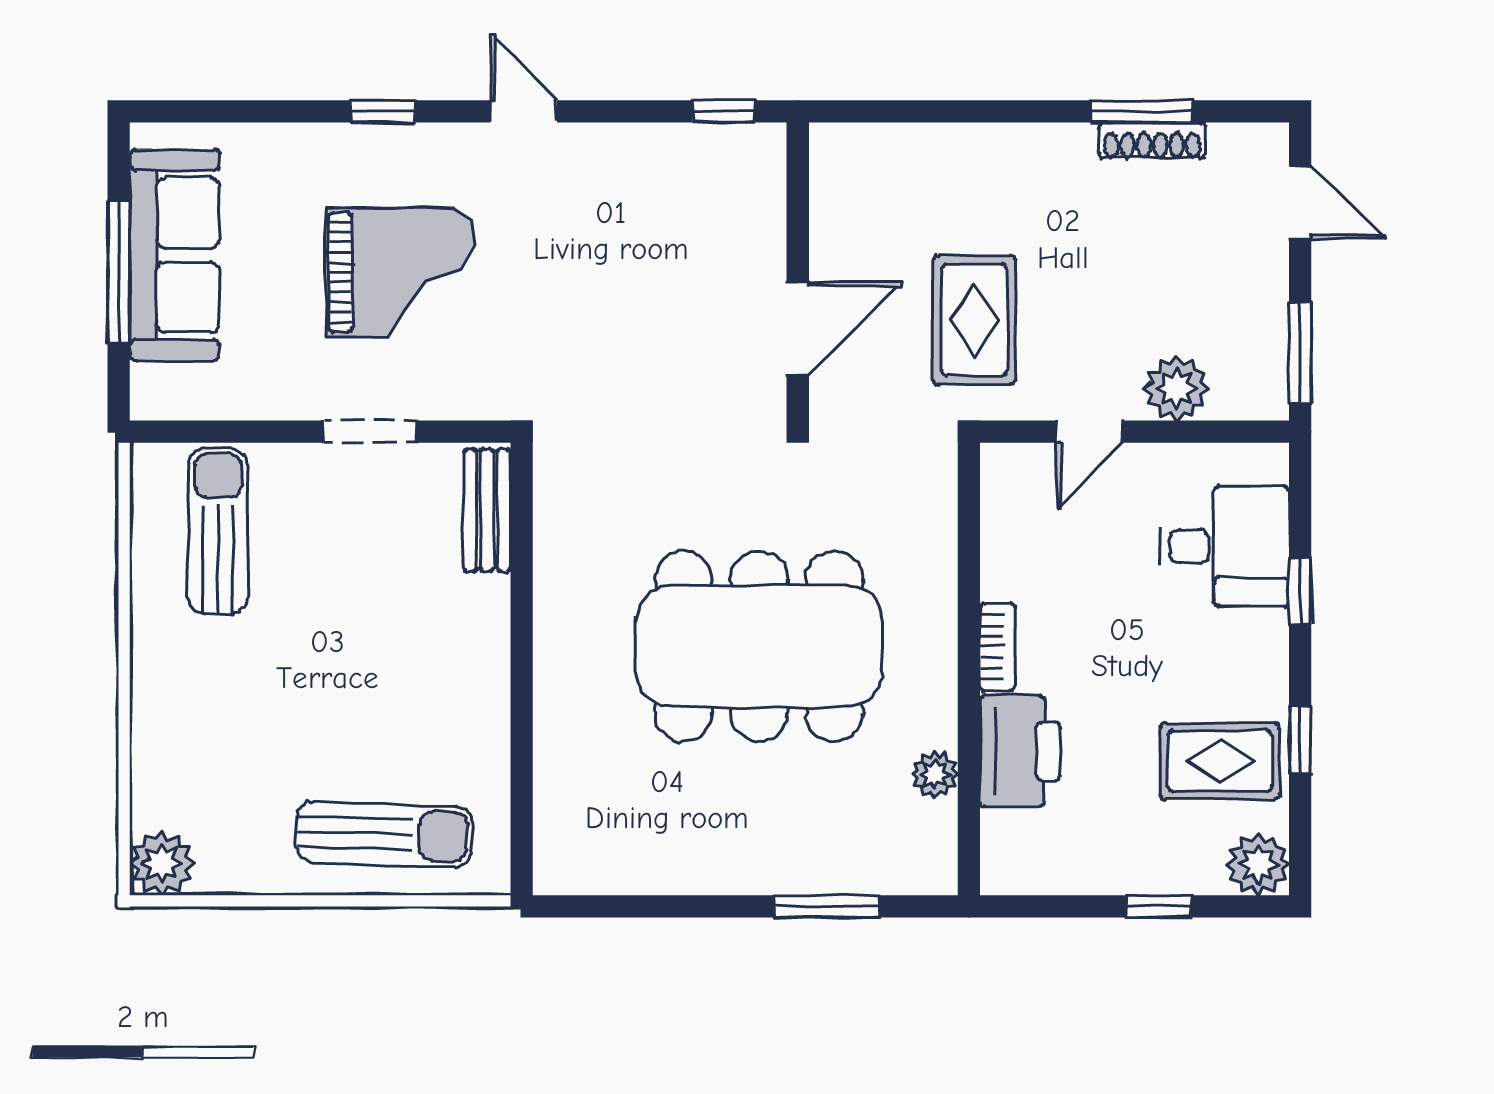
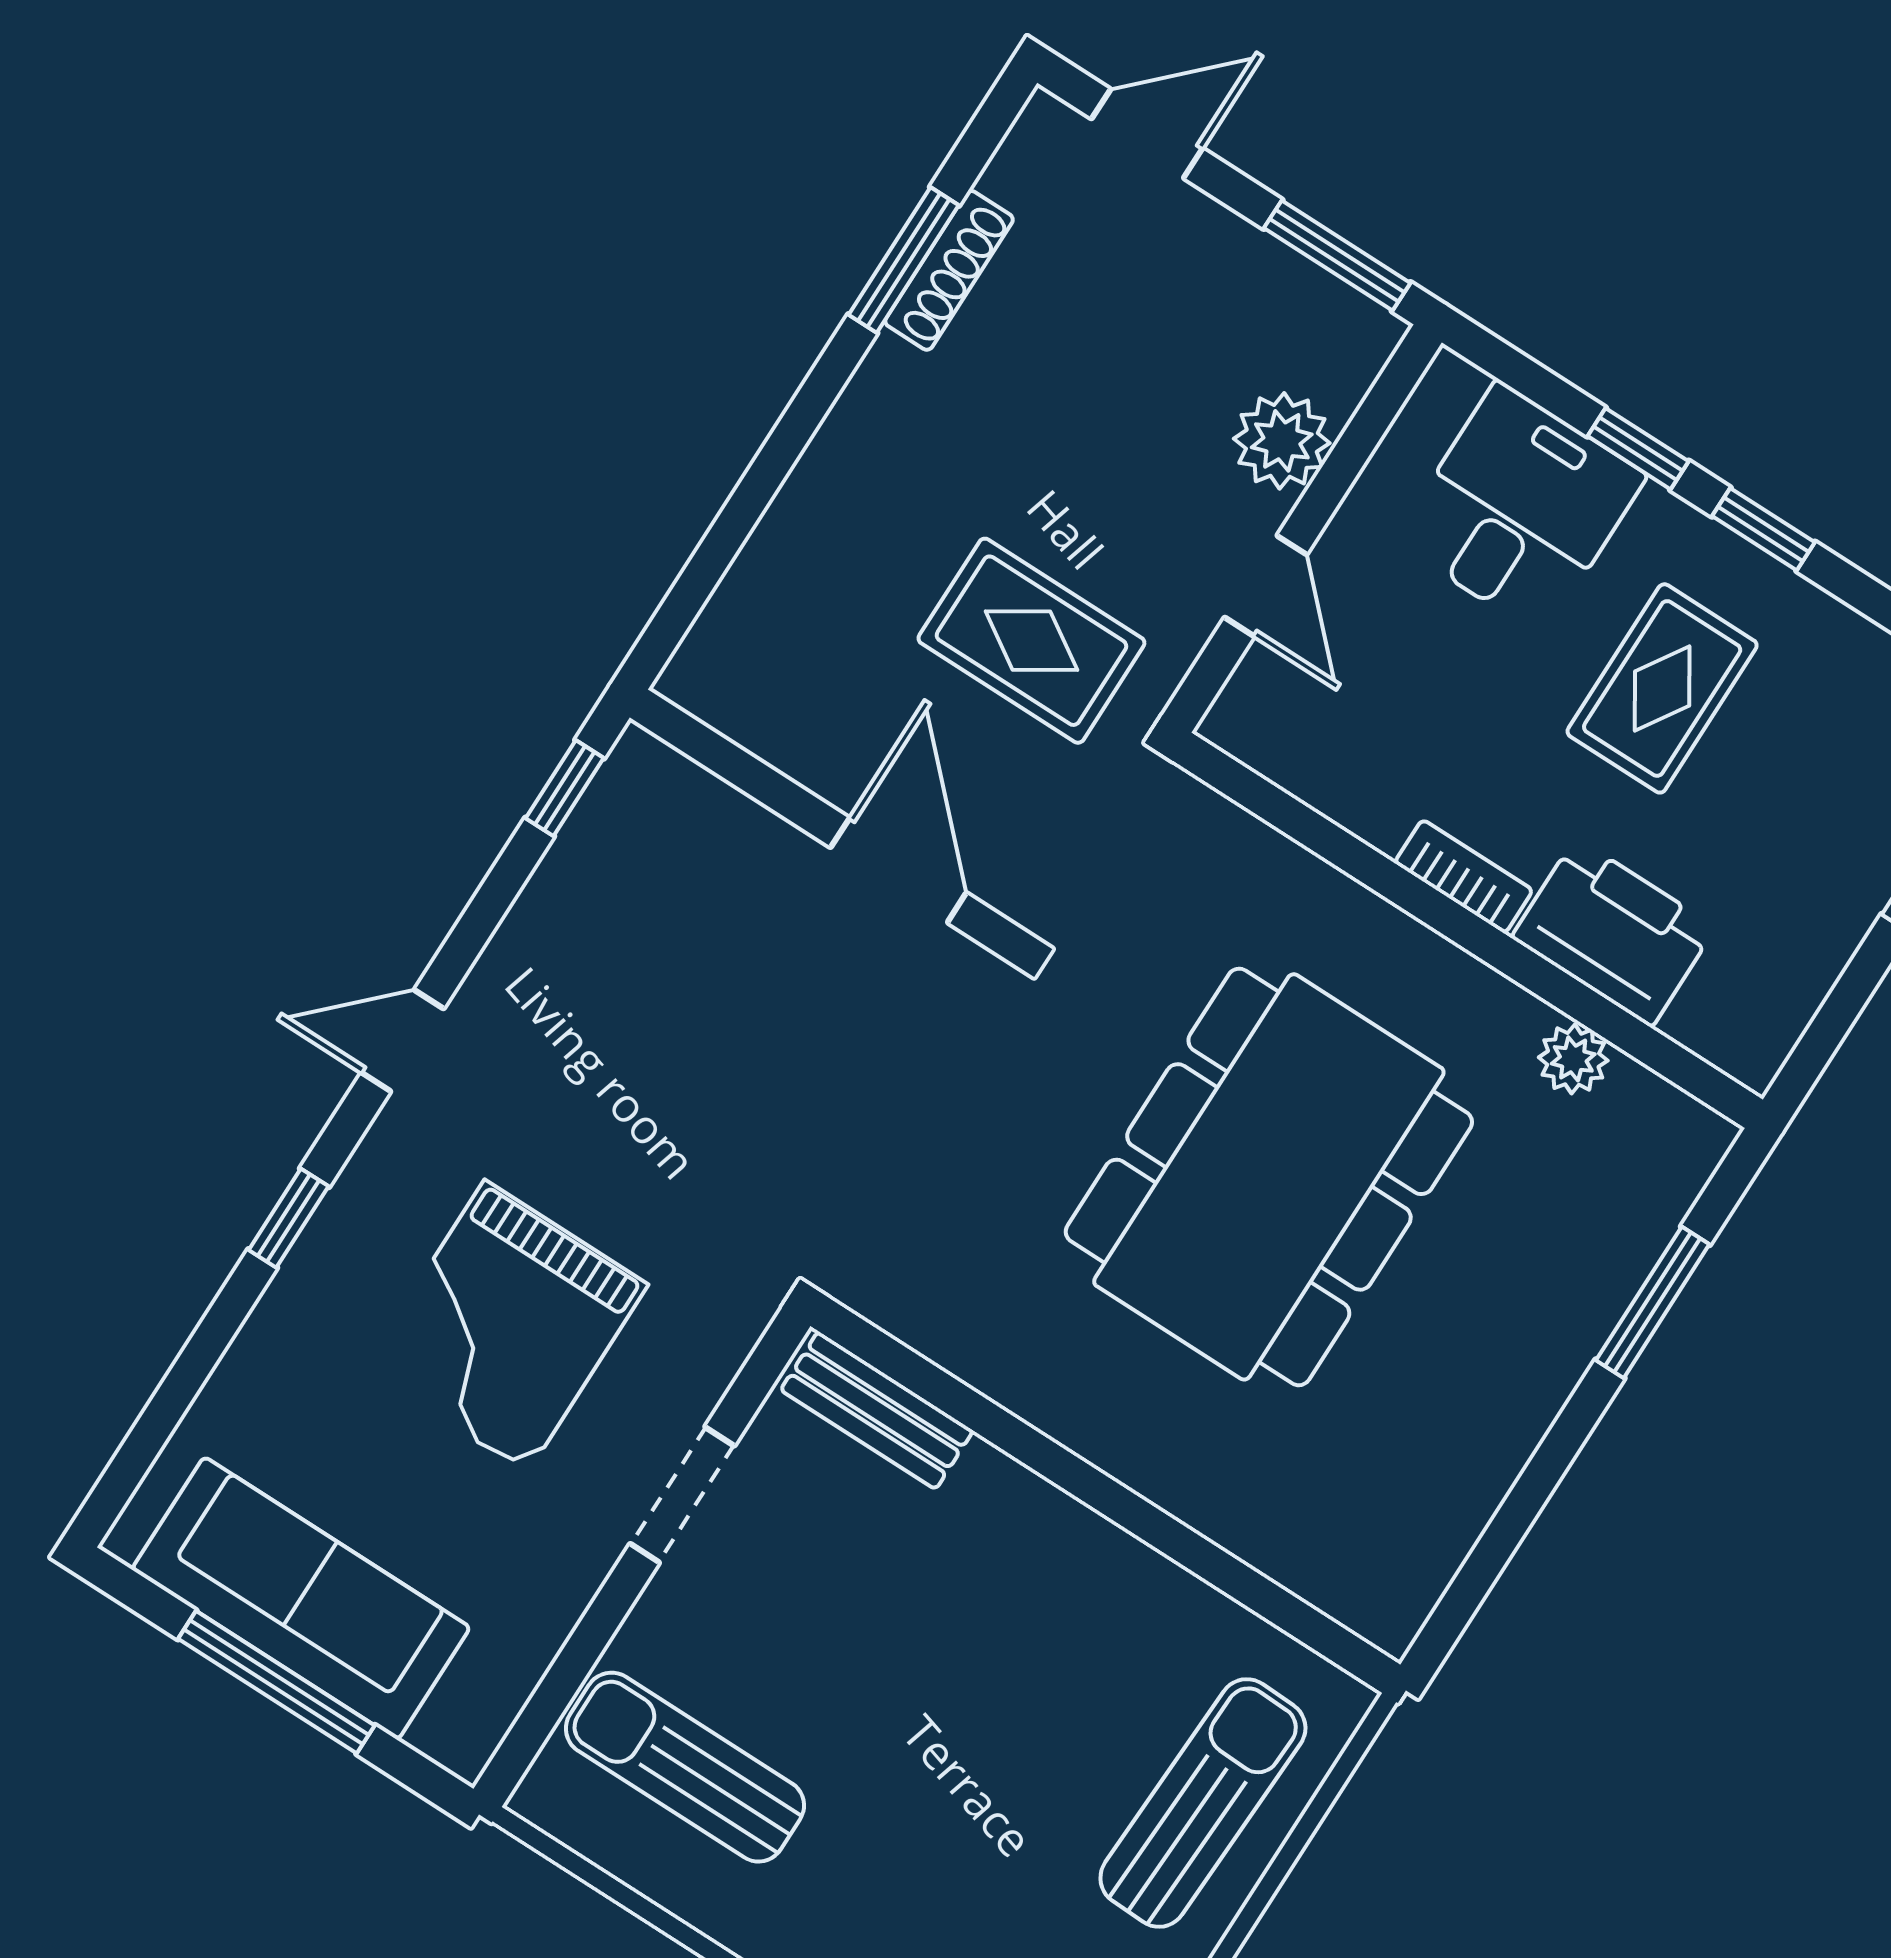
grand piano: (401, 272) -> (506, 1326), turned 180
window: (1300, 740) -> (1763, 529), moved
rug: (1220, 761) -> (1662, 688), moved

